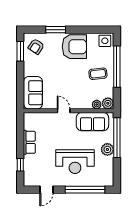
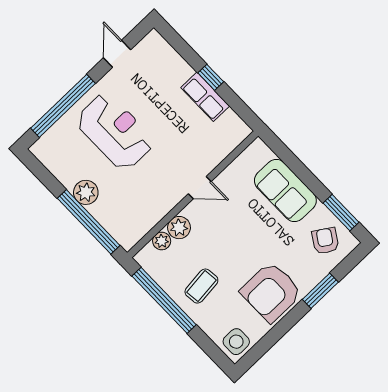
window: (117, 67) -> (164, 300), moved
sofa: (33, 93) -> (285, 191), moved
plant: (108, 103) -> (179, 228), moved
sofa: (92, 122) -> (144, 211), removed
reception desk: (75, 162) -> (115, 131), turned 90
window: (20, 165) -> (211, 77), moved

